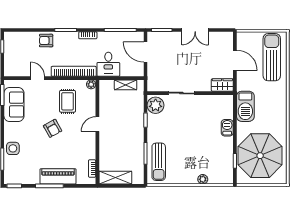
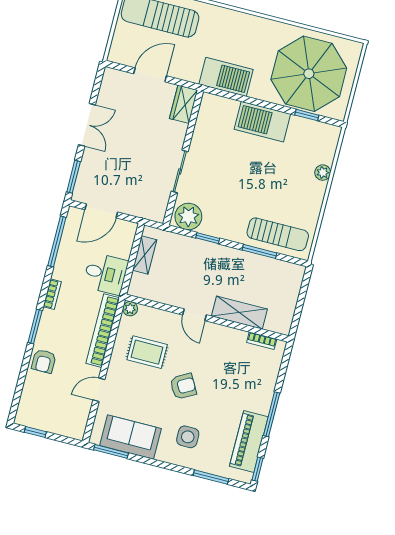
barbecue: (227, 128) -> (262, 122), width x1.88, depth x1.53
side table: (13, 148) -> (188, 437), moved
piano: (58, 176) -> (249, 441), moved
shelving: (115, 178) -> (239, 313), moved, turned 90

